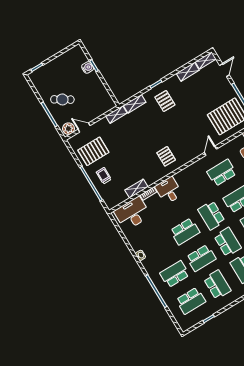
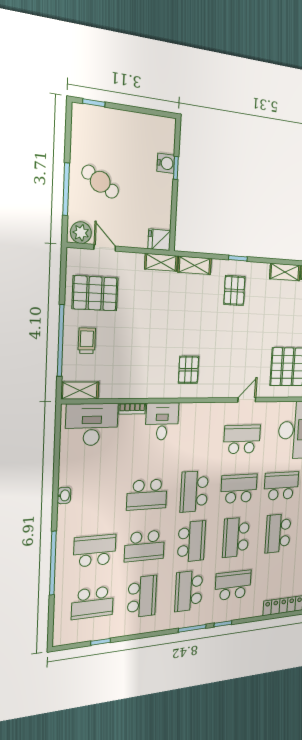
fridge: (108, 105) -> (159, 240), added
shelving: (136, 188) -> (80, 391), moved

